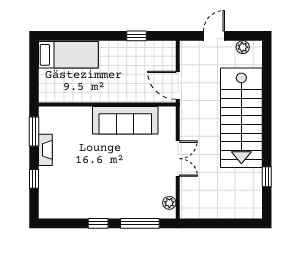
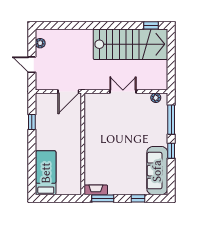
stairs: (241, 118) -> (130, 44), moved
sofa: (125, 120) -> (157, 171), moved, turned 180
fireplace: (45, 150) -> (96, 190), moved
window: (267, 177) -> (151, 25), moved

